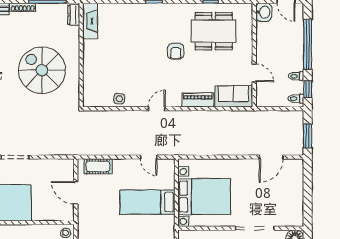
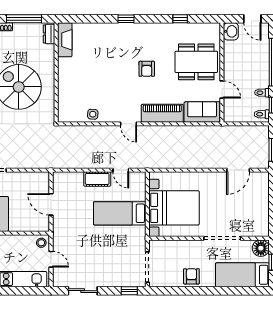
dining table: (214, 31) -> (196, 62), moved
piano: (198, 100) -> (162, 113), width x1.37, depth x1.33
door: (157, 109) -> (128, 124), swing flipped
cot: (98, 166) -> (97, 179), moved

